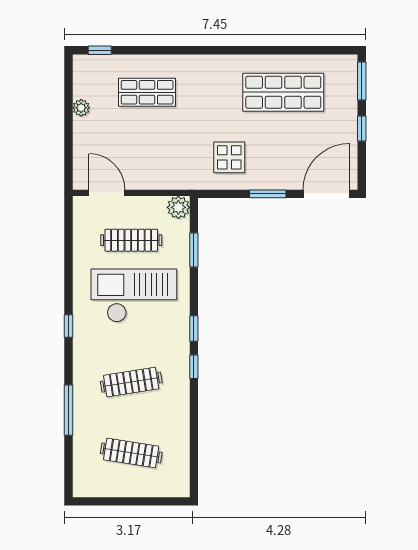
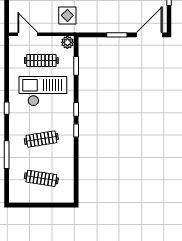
display table: (229, 157) -> (67, 15), moved

